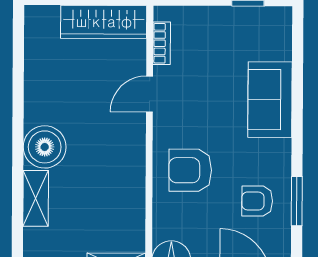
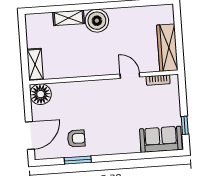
sofa: (270, 100) -> (161, 139), moved
armchair: (190, 170) -> (90, 101), removed
armchair: (257, 201) -> (76, 138), turned 90

